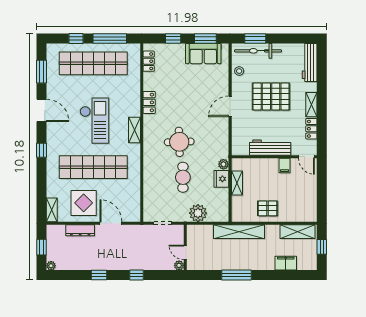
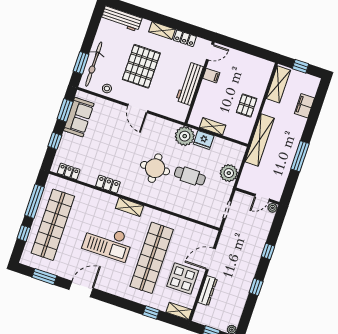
checkout: (94, 121) -> (108, 242), turned 180
window: (42, 150) -> (151, 312), moved
plant: (223, 164) -> (185, 136), width x1.87, depth x1.87

